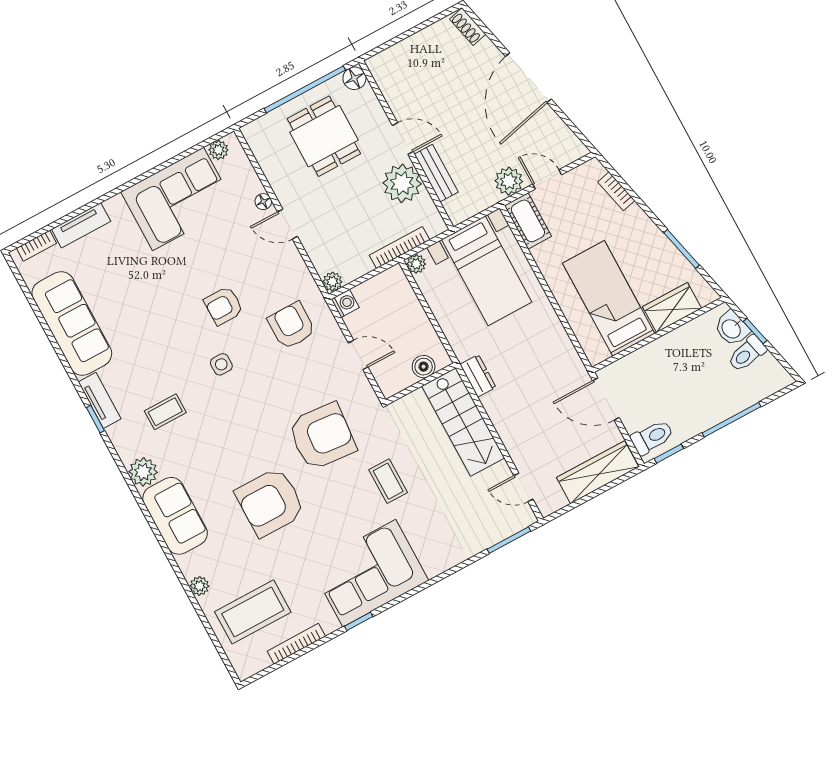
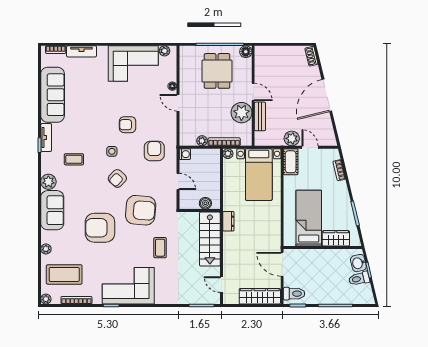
plant: (332, 282) -> (202, 141), moved
armchair: (255, 405) -> (117, 178), added
plant: (244, 669) -> (46, 299), added

